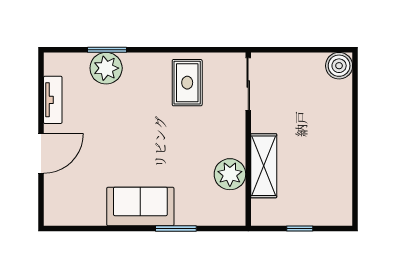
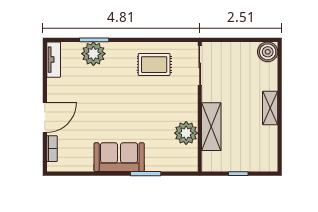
rug: (187, 83) -> (154, 65), turned 90
tv unit: (53, 100) -> (54, 60), moved
shelving: (342, 141) -> (270, 108), added
bookcase: (51, 195) -> (52, 149), added

